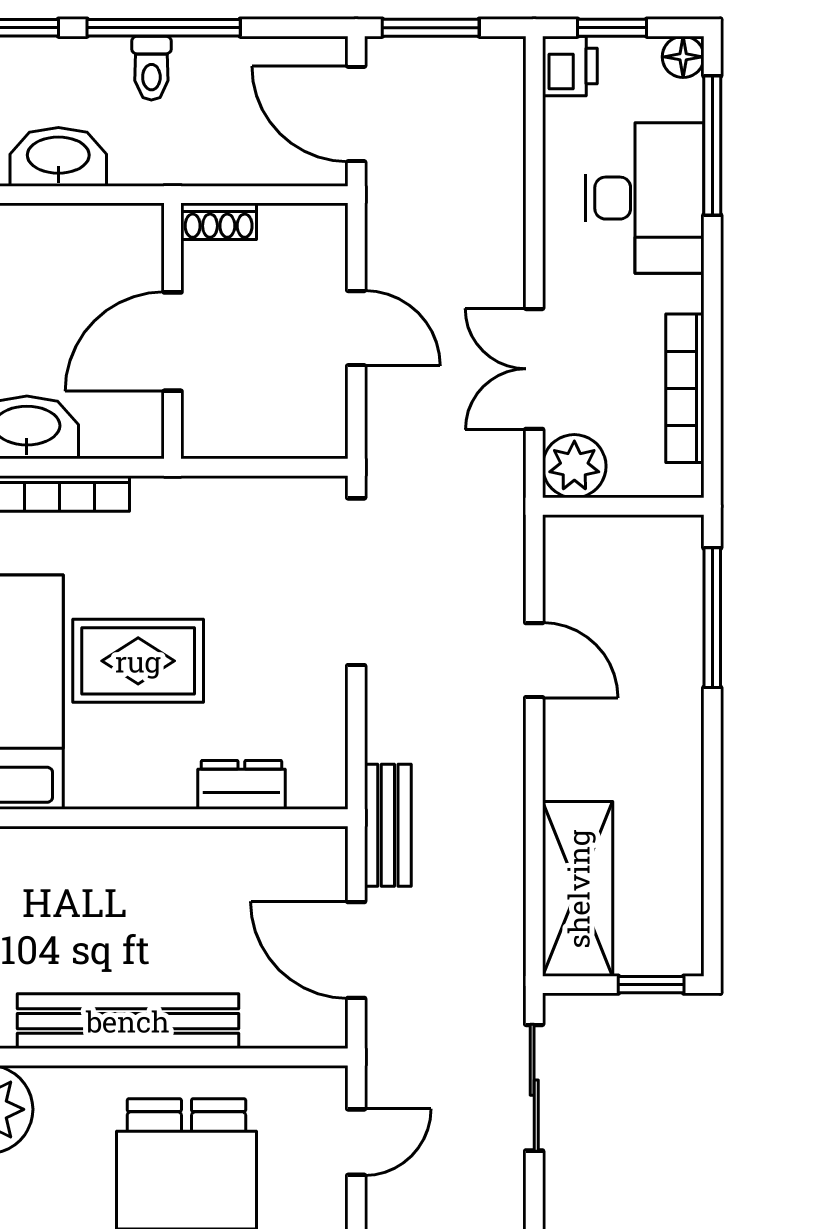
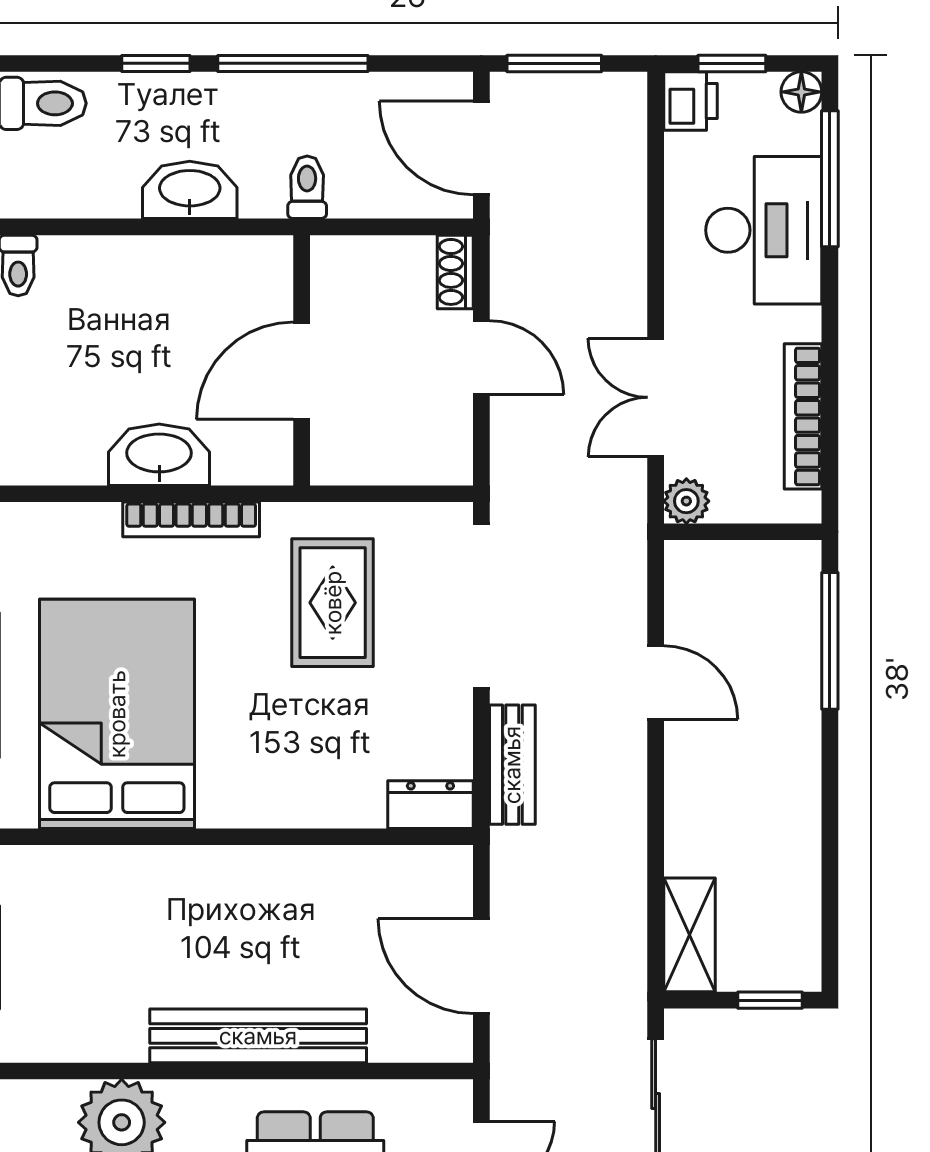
toilet: (151, 68) -> (307, 187), moved, turned 180
shoe rack: (219, 221) -> (455, 272), moved, turned 90
plant: (574, 466) -> (686, 501), width x0.73, depth x0.73
rug: (138, 661) -> (333, 603), moved, turned 90
dresser: (241, 785) -> (430, 805), moved
bench: (388, 825) -> (512, 765), moved
shelving: (578, 889) -> (689, 935), width x0.67, depth x0.75

